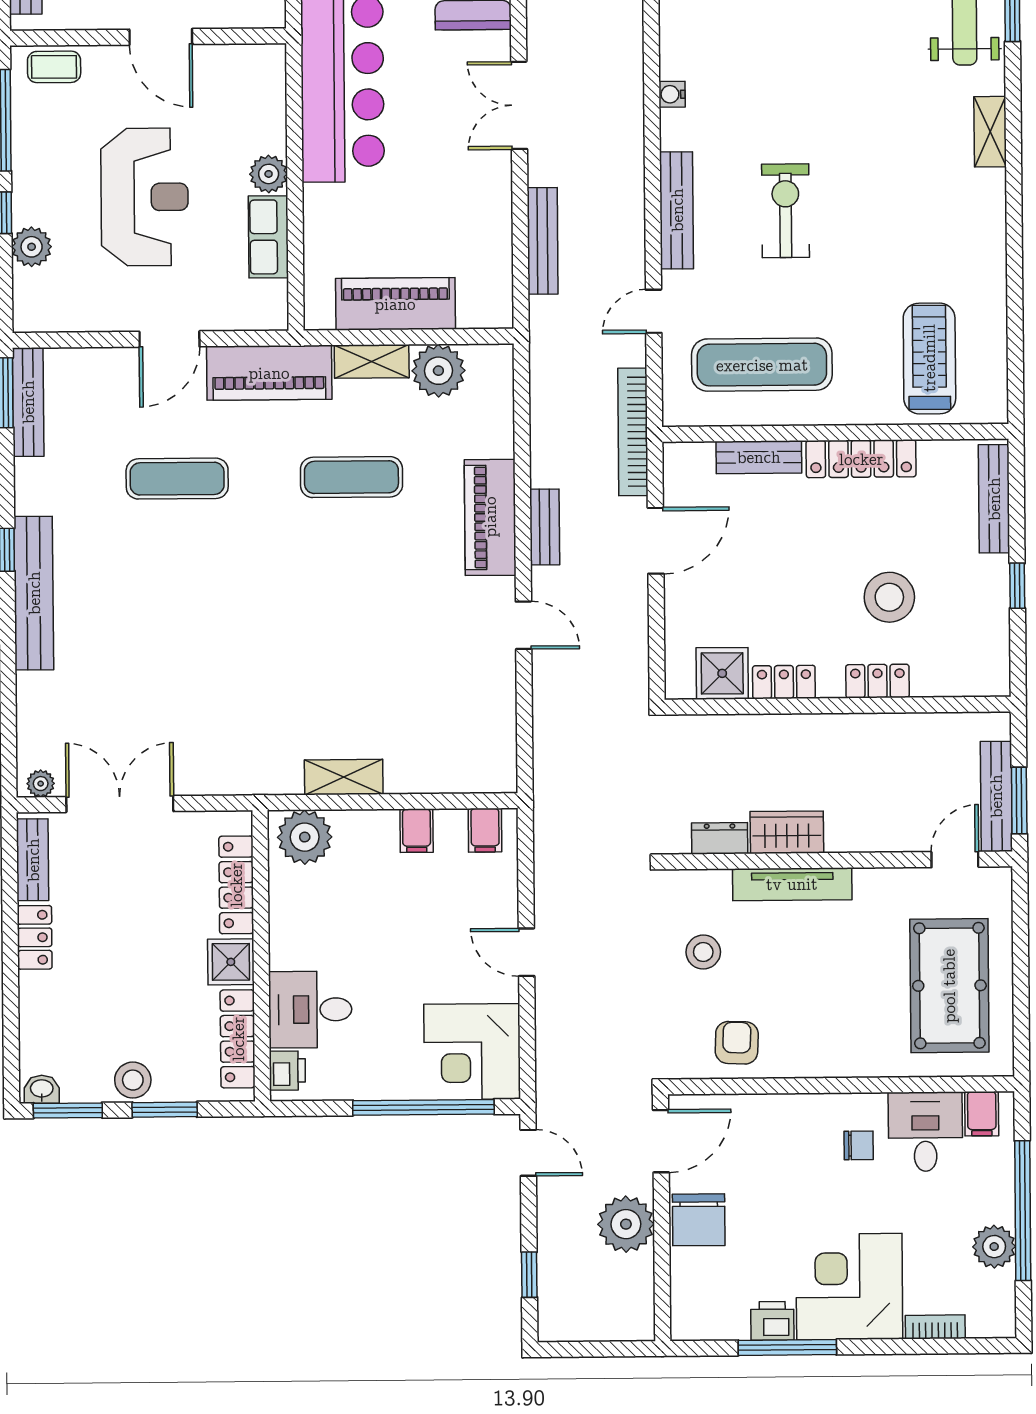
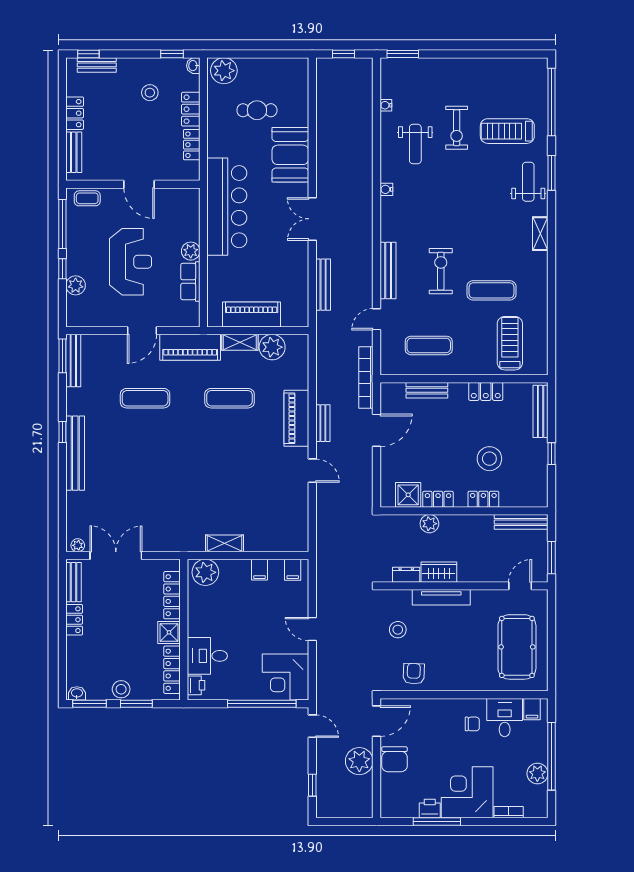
water cooler: (672, 94) -> (386, 189), moved
exercise mat: (891, 250) -> (491, 290), added
exercise mat: (762, 365) -> (429, 345), width x0.73, depth x0.69
locker: (861, 459) -> (486, 391), width x0.66
plant: (767, 733) -> (429, 524), added
bench: (996, 796) -> (521, 522), moved, turned 90

